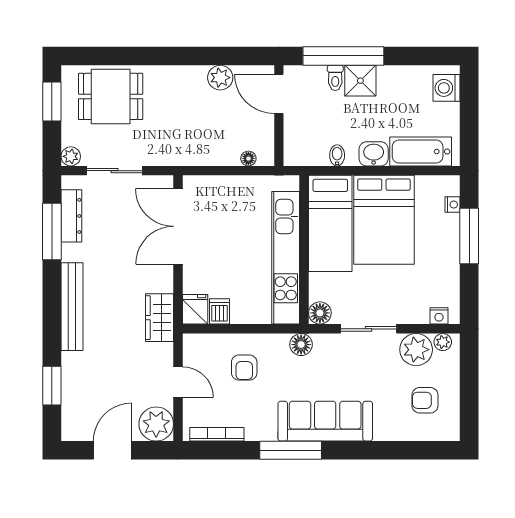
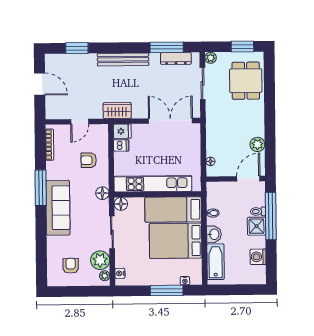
washing machine: (447, 88) -> (258, 257), moved, turned -90
plant: (156, 424) -> (55, 109), removed

